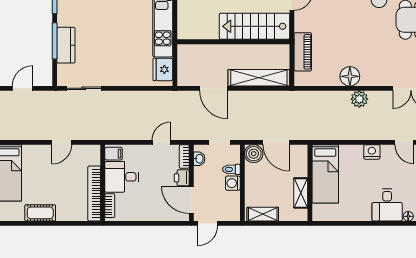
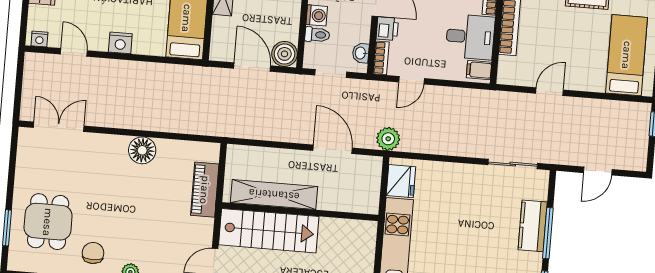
shelving: (259, 78) -> (274, 195), moved
plant: (359, 99) -> (388, 139), moved

